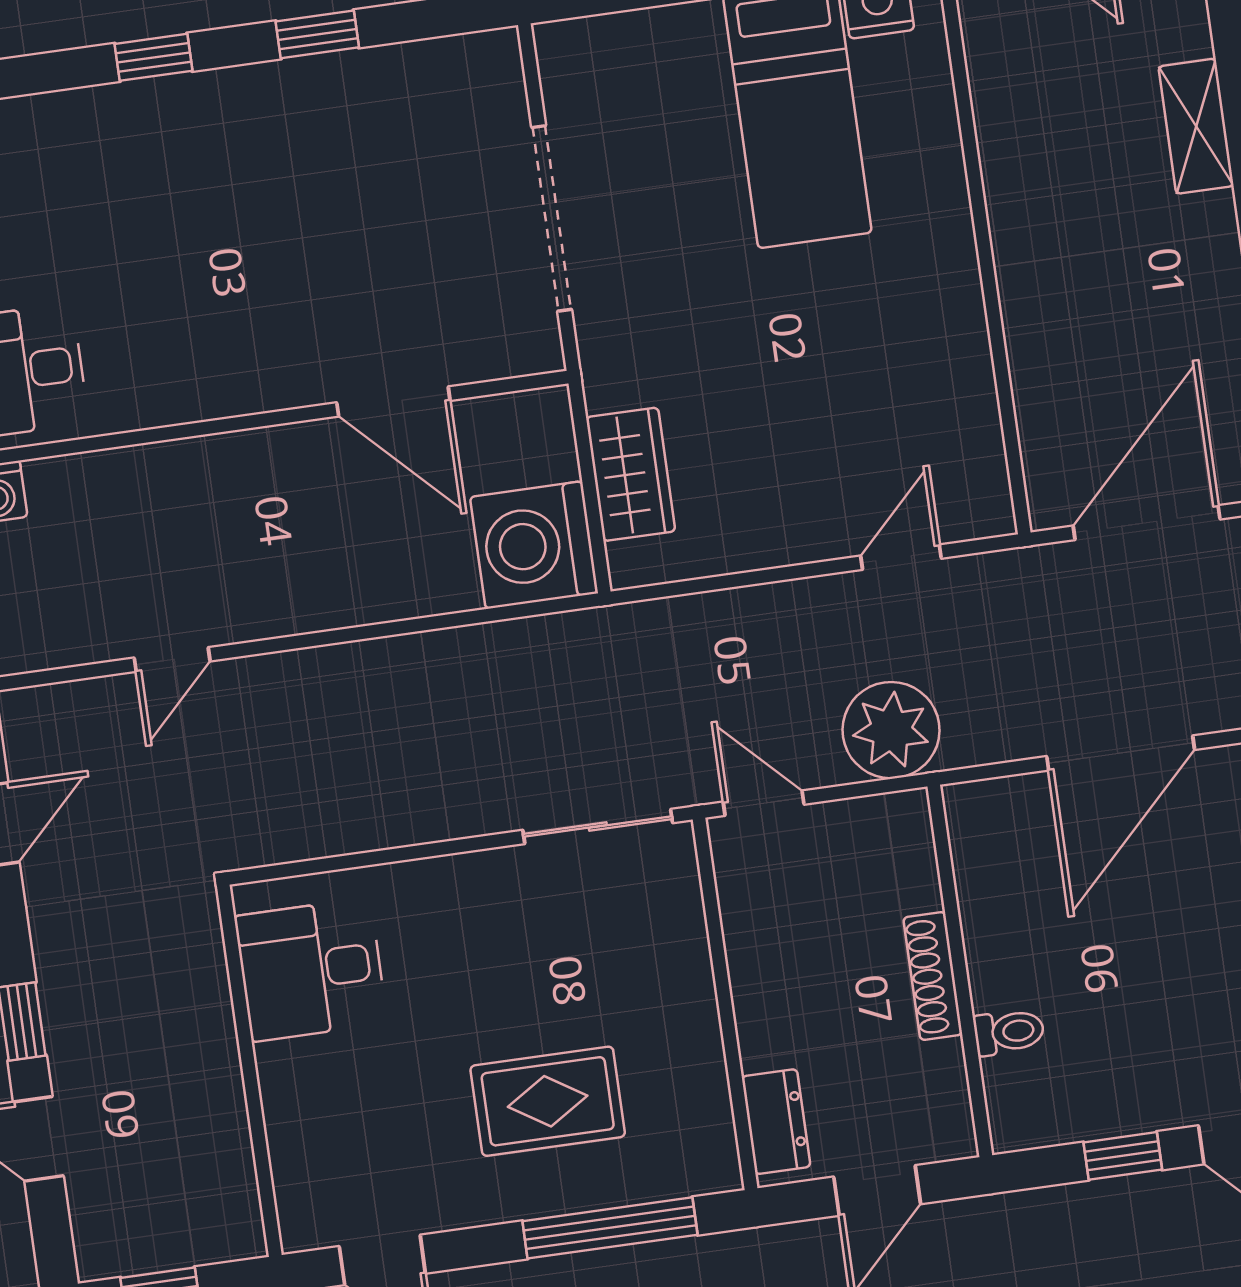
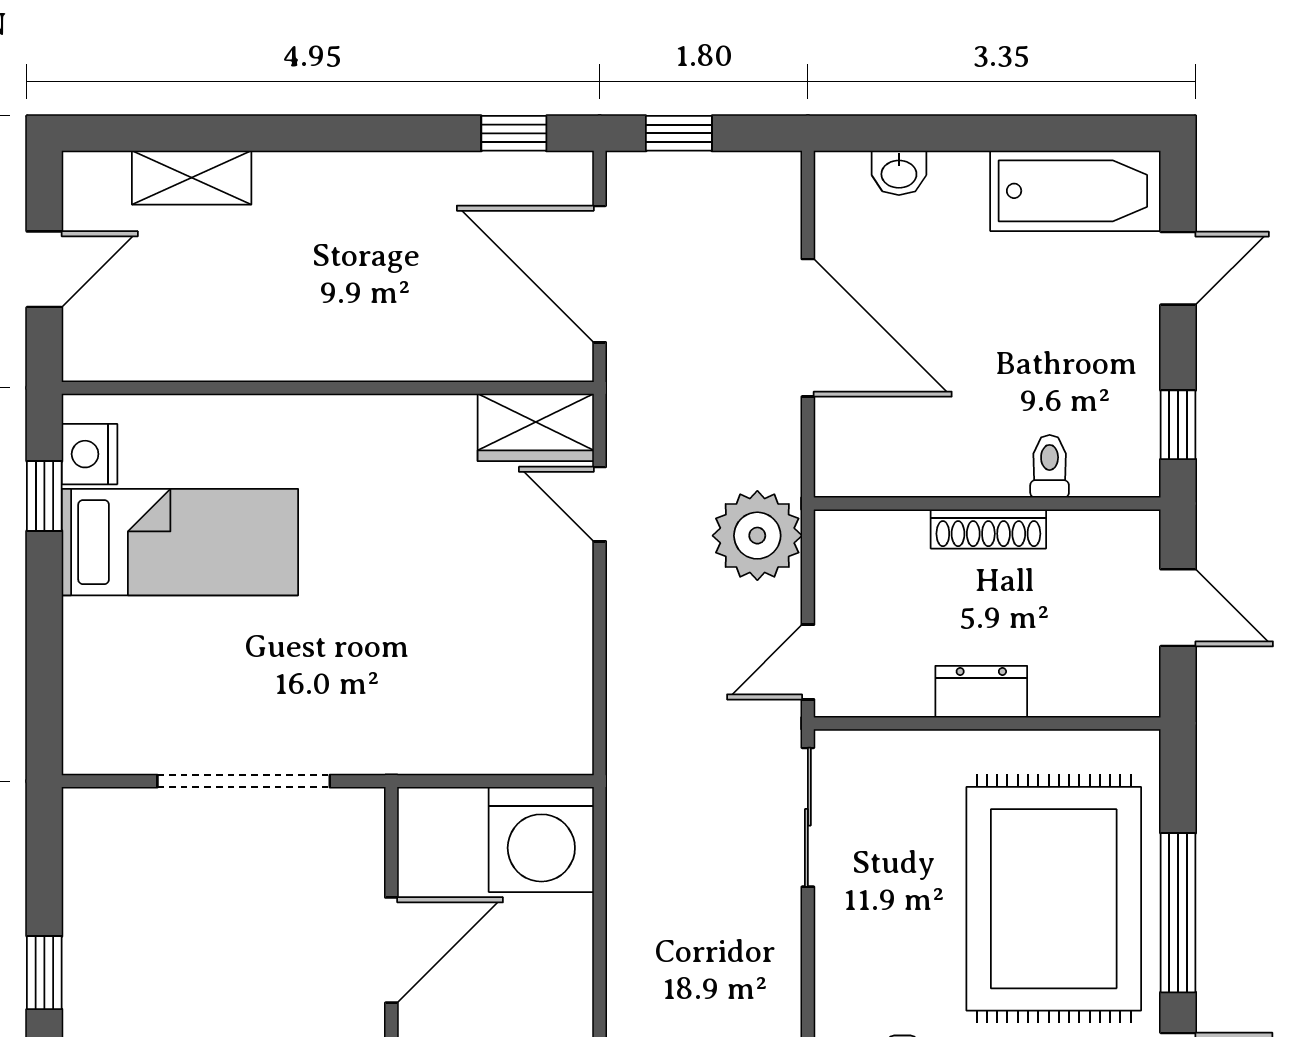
shelving: (1196, 126) -> (192, 178), moved
wardrobe: (631, 474) -> (536, 427), moved, turned 180
rug: (548, 1101) -> (1054, 899), width x1.86, depth x2.06
dresser: (776, 1122) -> (981, 692), moved
window: (1123, 1156) -> (1178, 425), moved
window: (610, 1228) -> (1178, 913), moved

